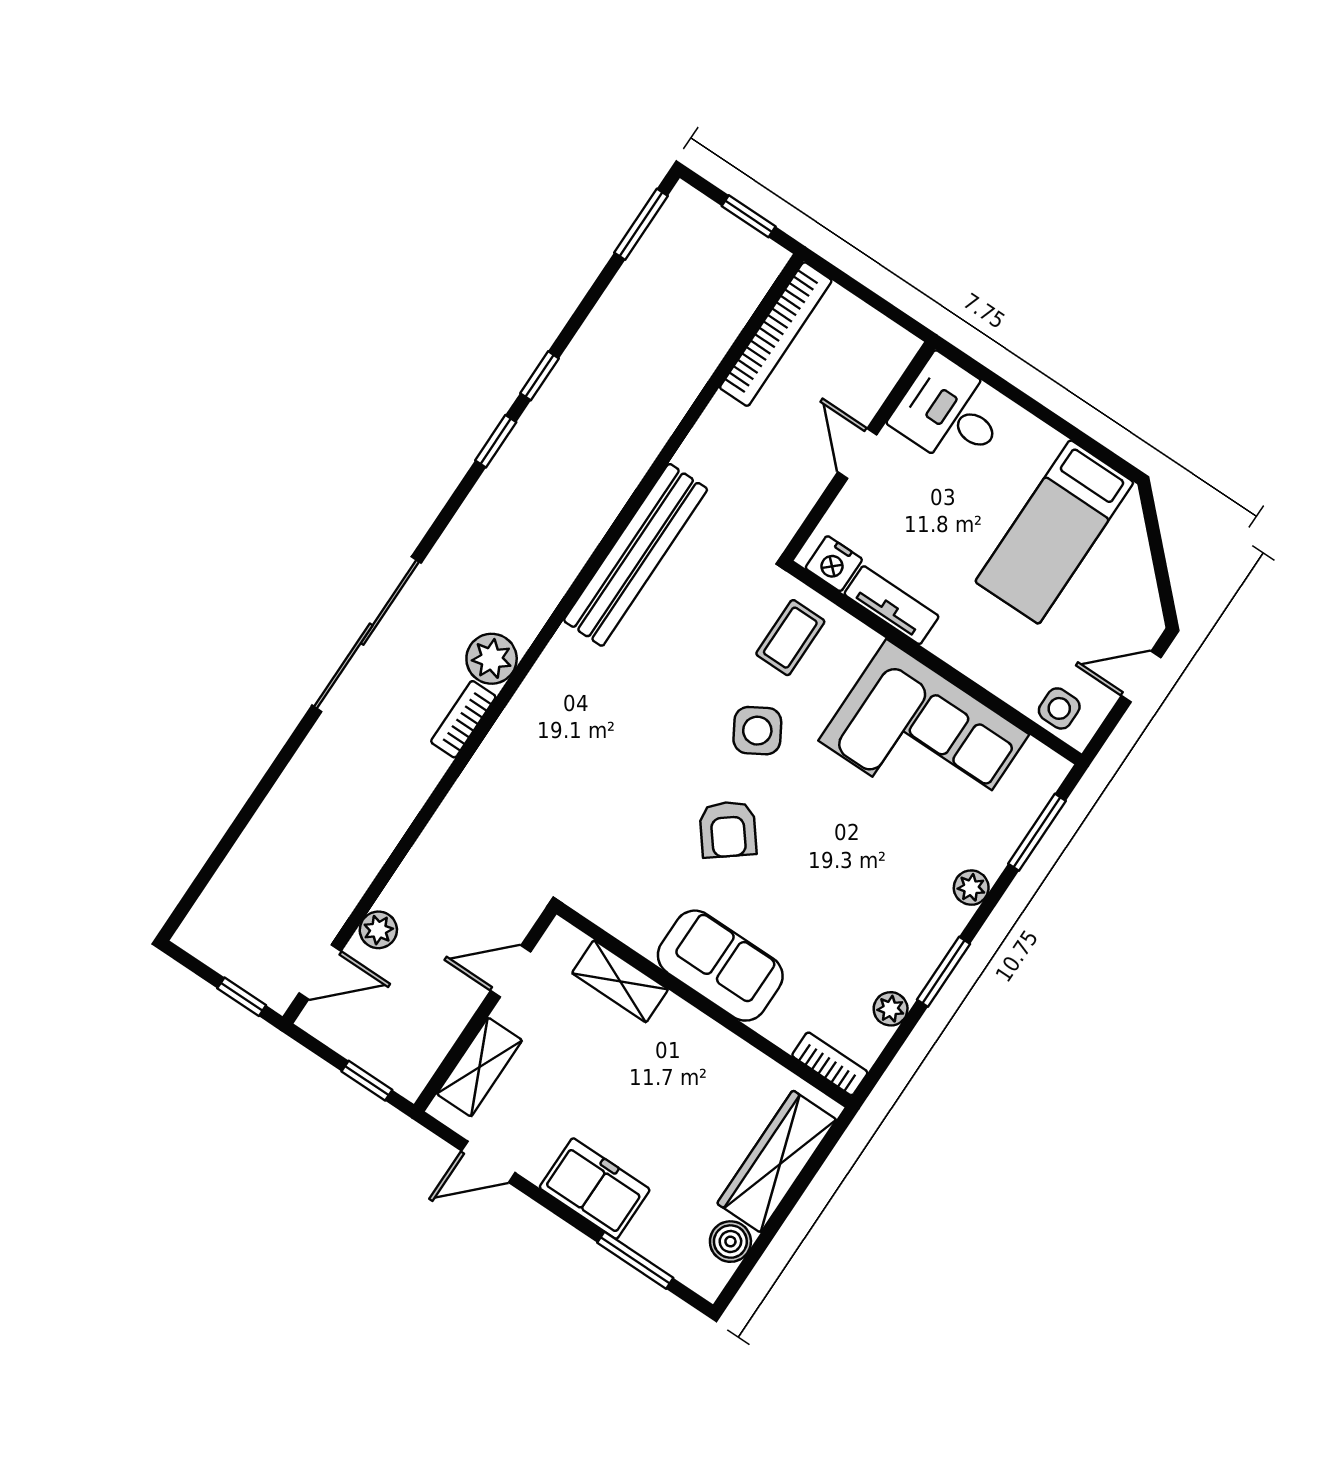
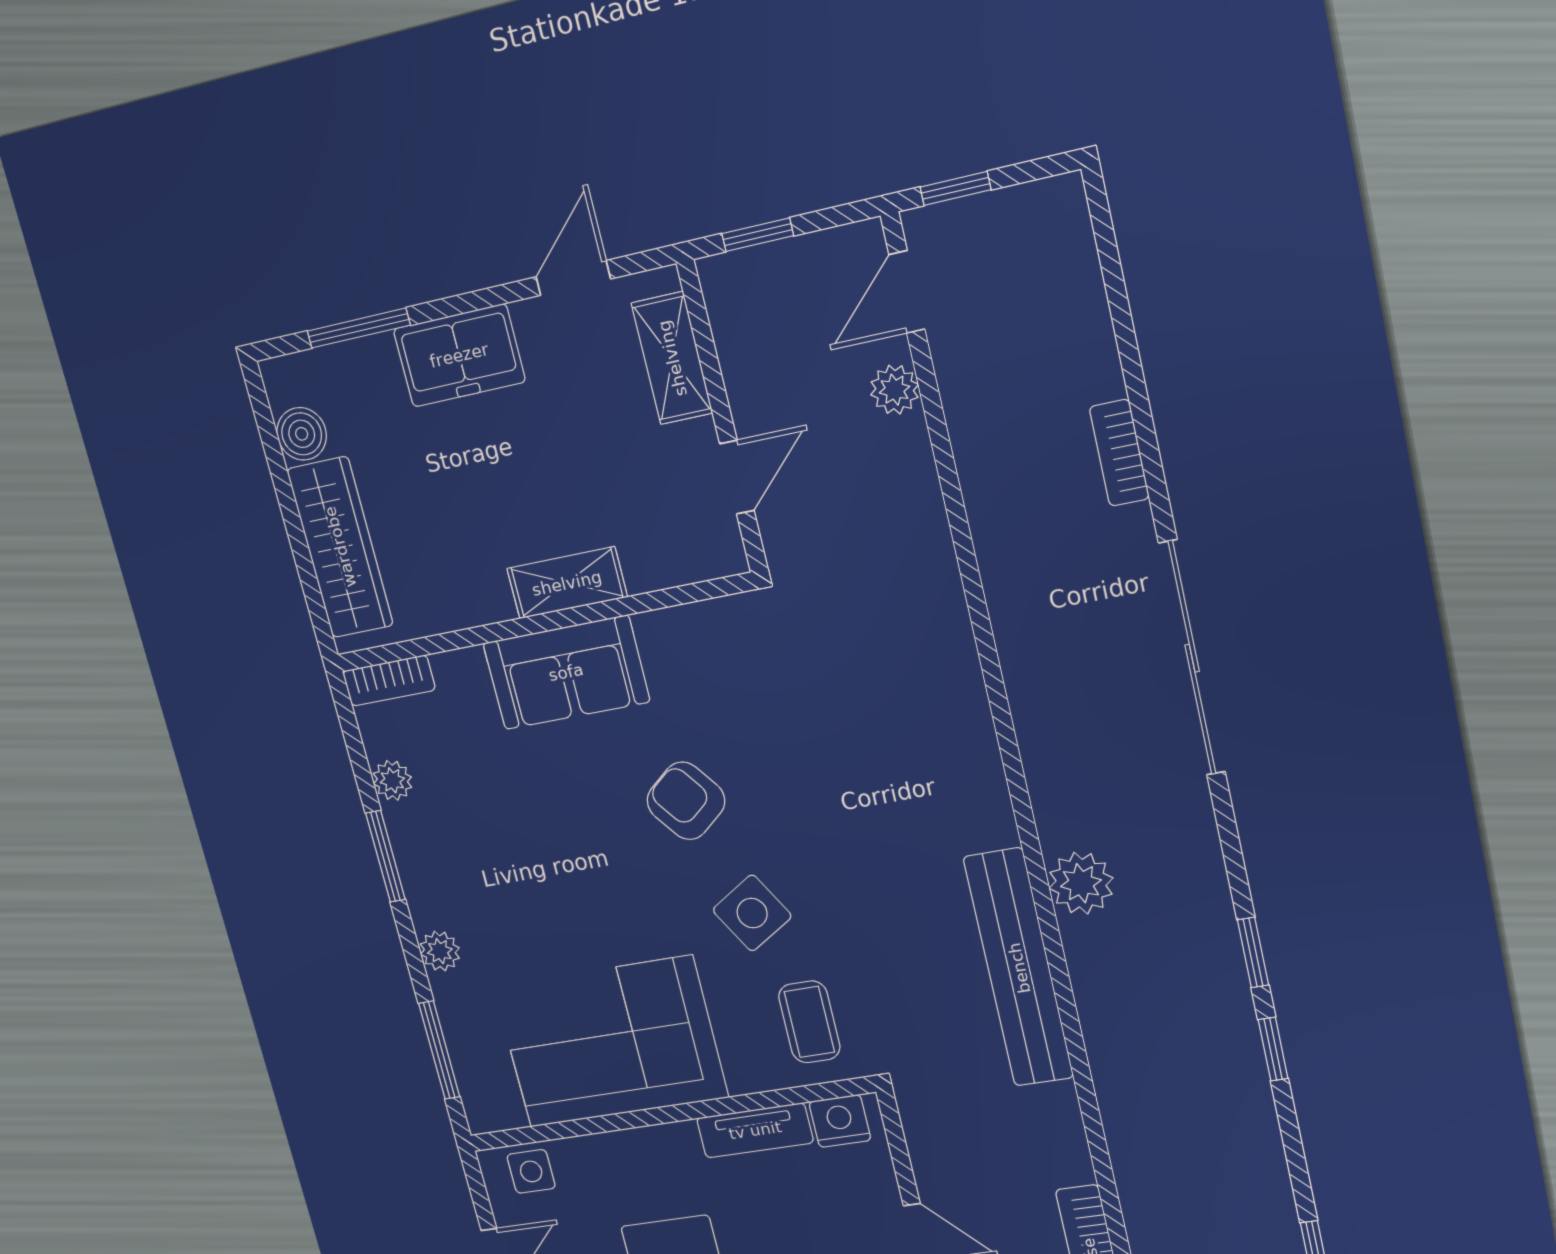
plant: (492, 659) -> (1081, 883), moved
bookcase: (463, 719) -> (1119, 453), moved, turned 180
shelving: (620, 981) -> (567, 583), moved

